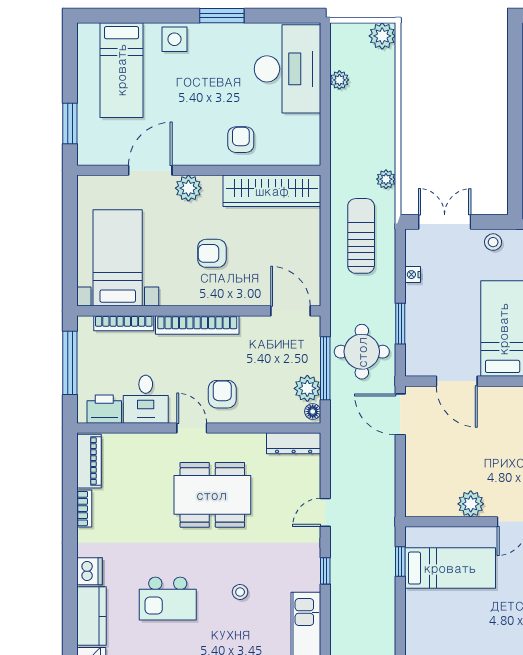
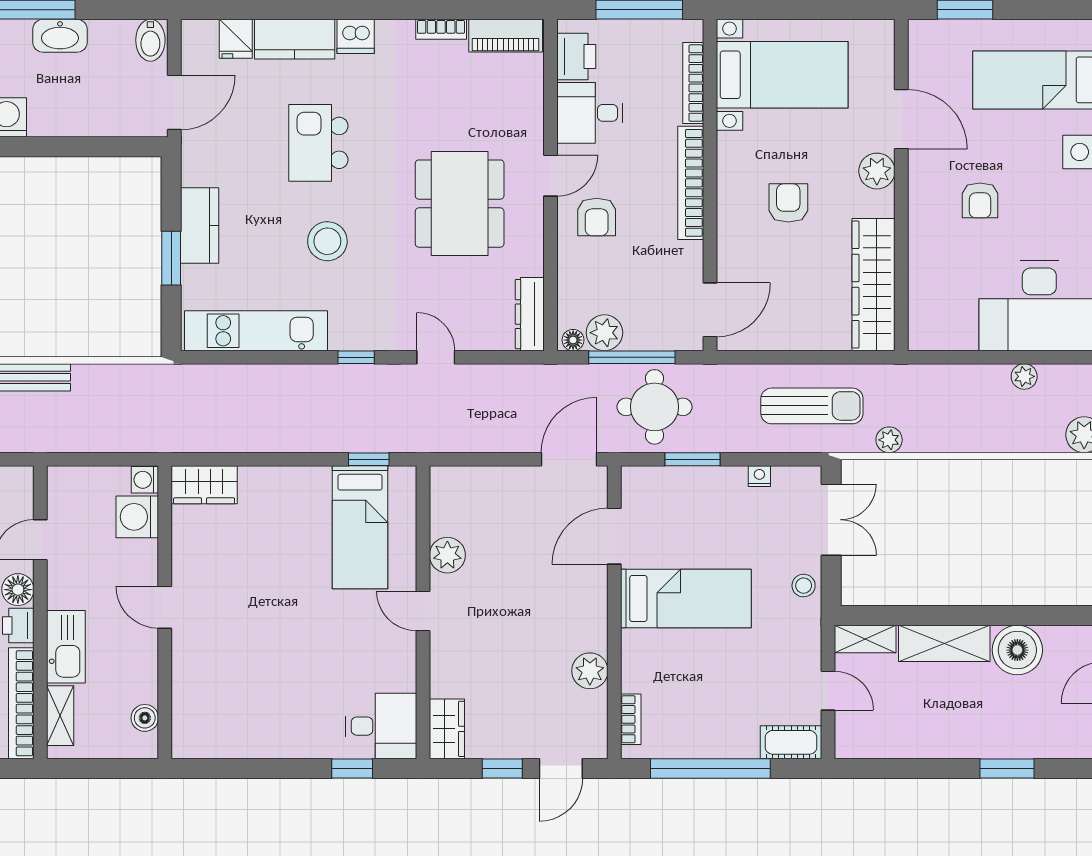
armchair: (241, 140) -> (980, 200), moved, turned 90
armchair: (222, 394) -> (597, 217), turned 90
stool: (240, 592) -> (327, 241), width x1.89, depth x1.89

